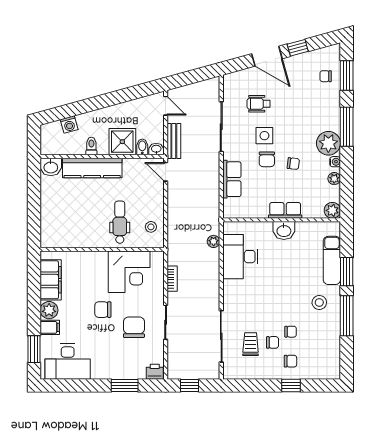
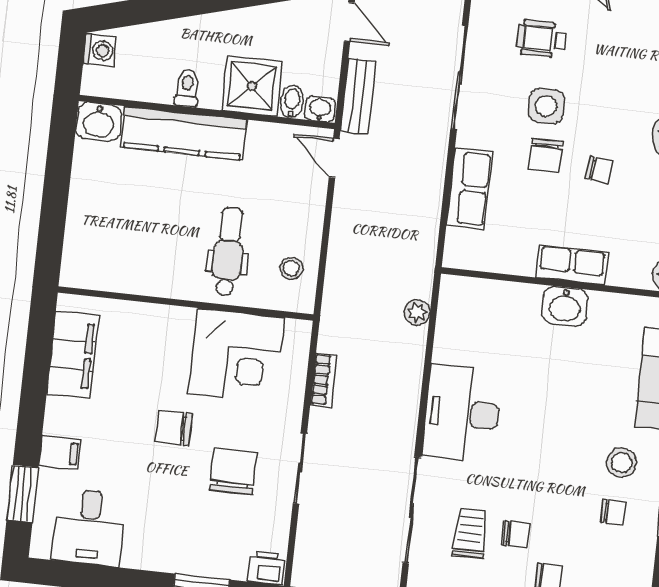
washing machine: (69, 125) -> (100, 50), moved, turned -75
desk: (240, 257) -> (462, 413), moved
plant: (49, 310) -> (62, 417), removed
chair: (291, 332) -> (613, 512), moved
desk: (68, 362) -> (89, 527), width x0.73

